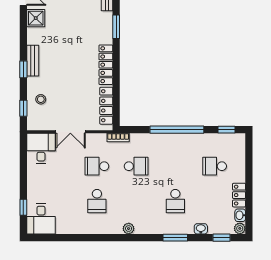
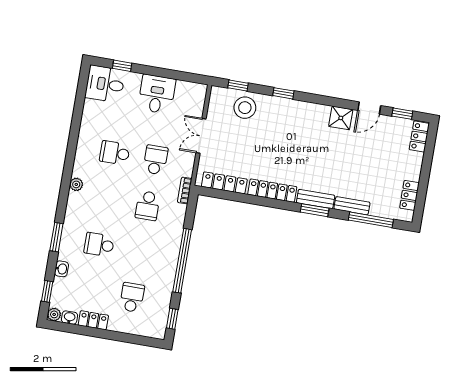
bench: (33, 61) -> (316, 199), moved
stool: (41, 99) -> (245, 108), width x1.89, depth x1.89
desk: (41, 148) -> (157, 94), moved, turned -90

